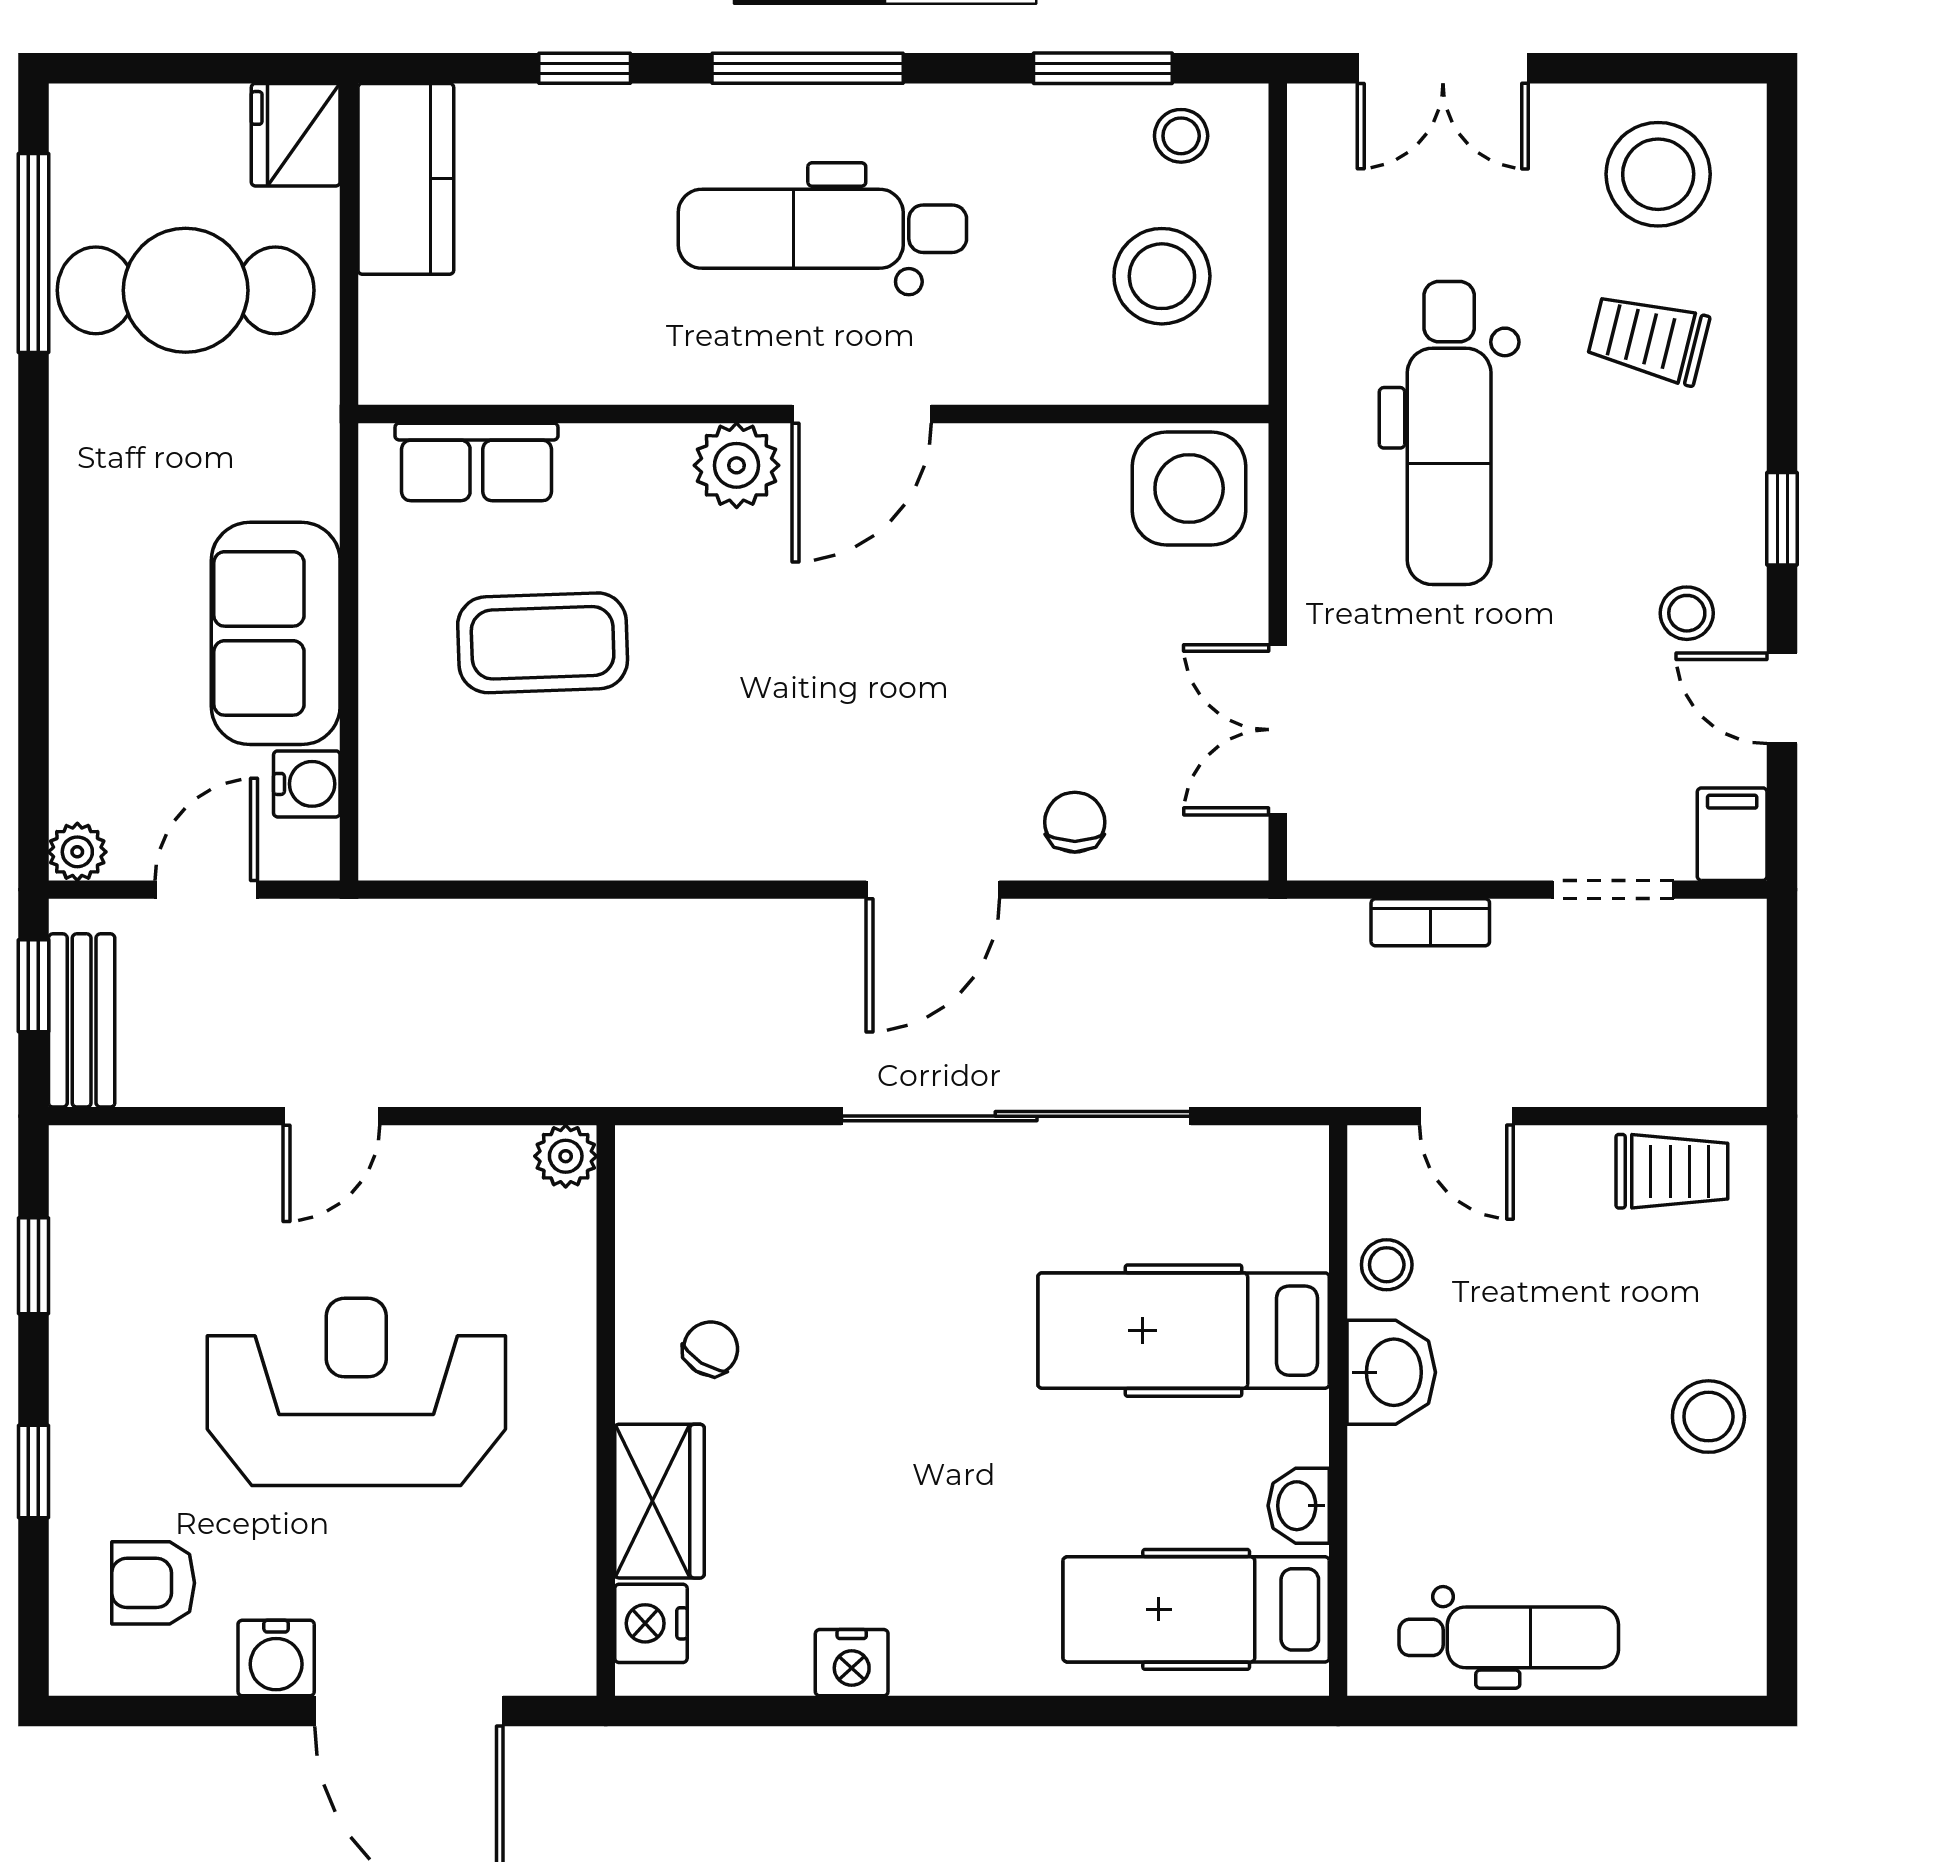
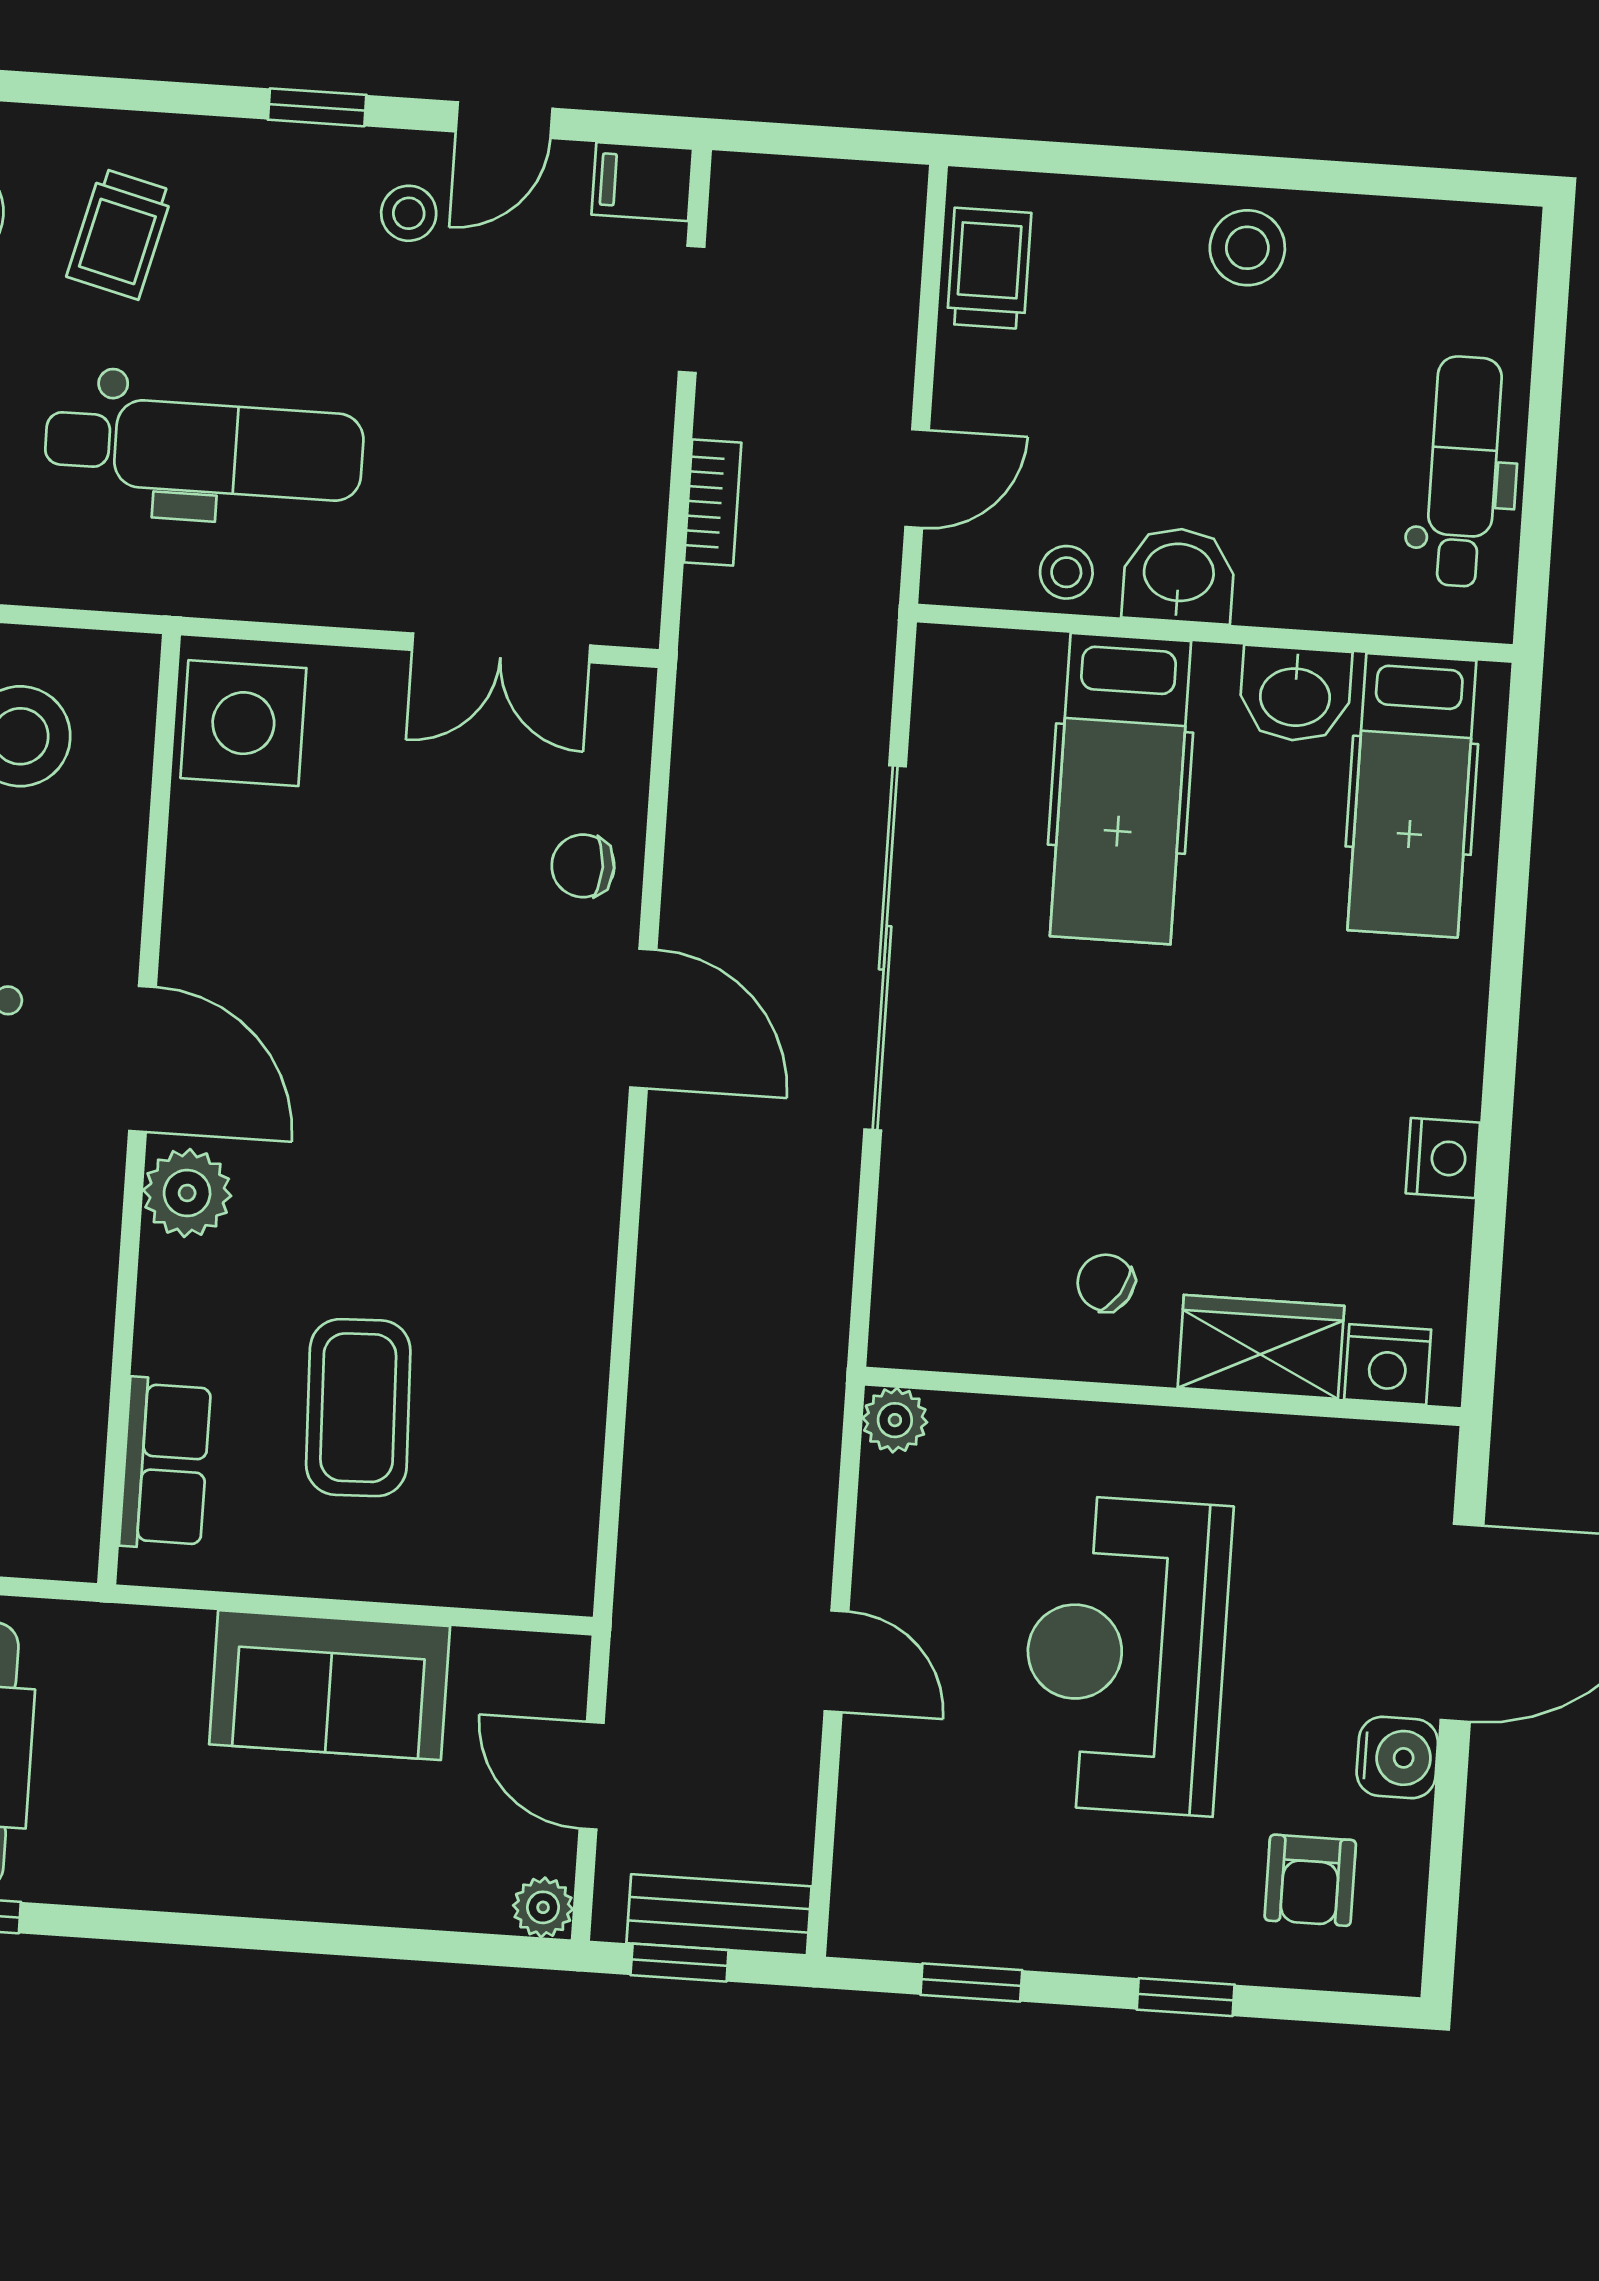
water cooler: (307, 784) -> (489, 1663), removed
washbasin: (1299, 1506) -> (1295, 694), width x1.38, depth x1.45

